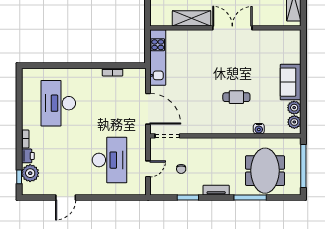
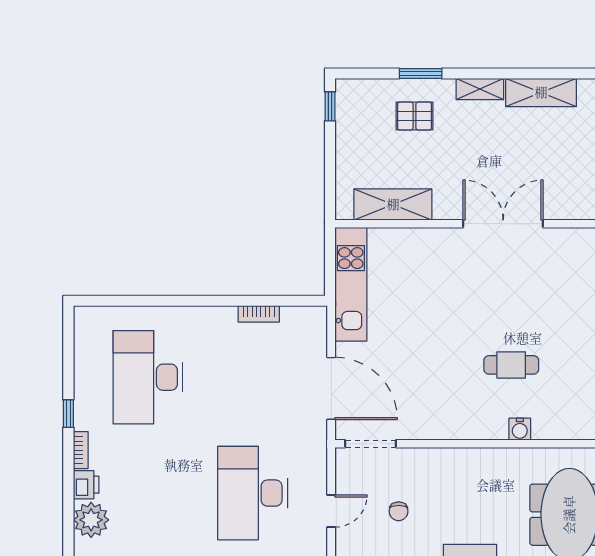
shelving: (192, 18) -> (393, 204), moved
water cooler: (259, 129) -> (520, 429), moved
desk: (110, 160) -> (253, 493), turned 180
window: (19, 177) -> (68, 414), moved

